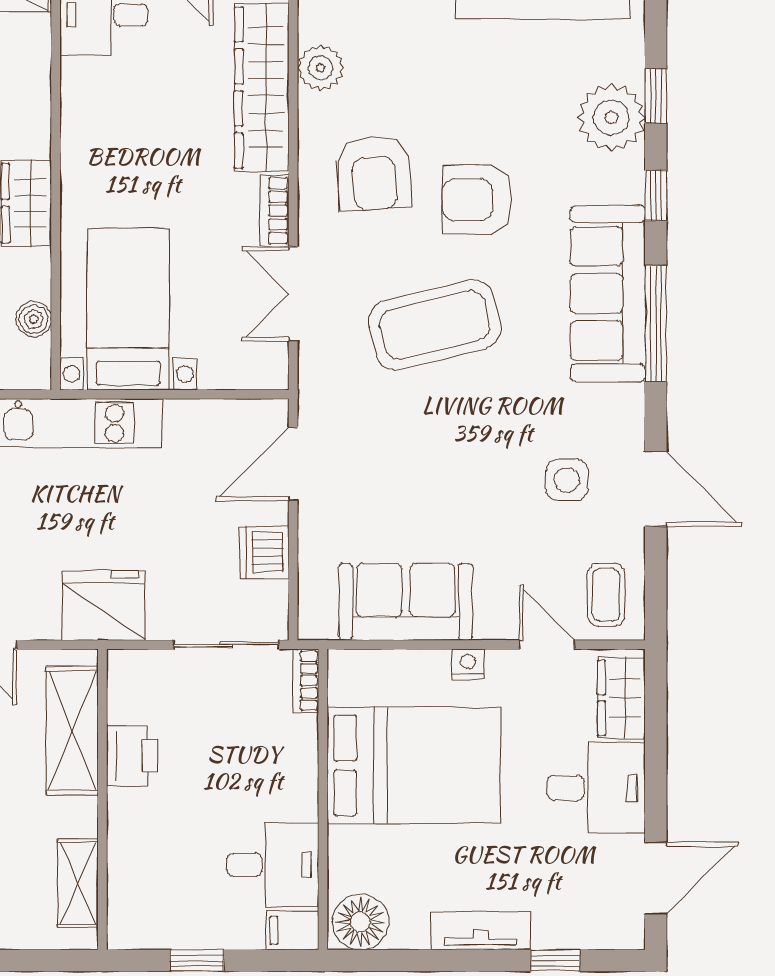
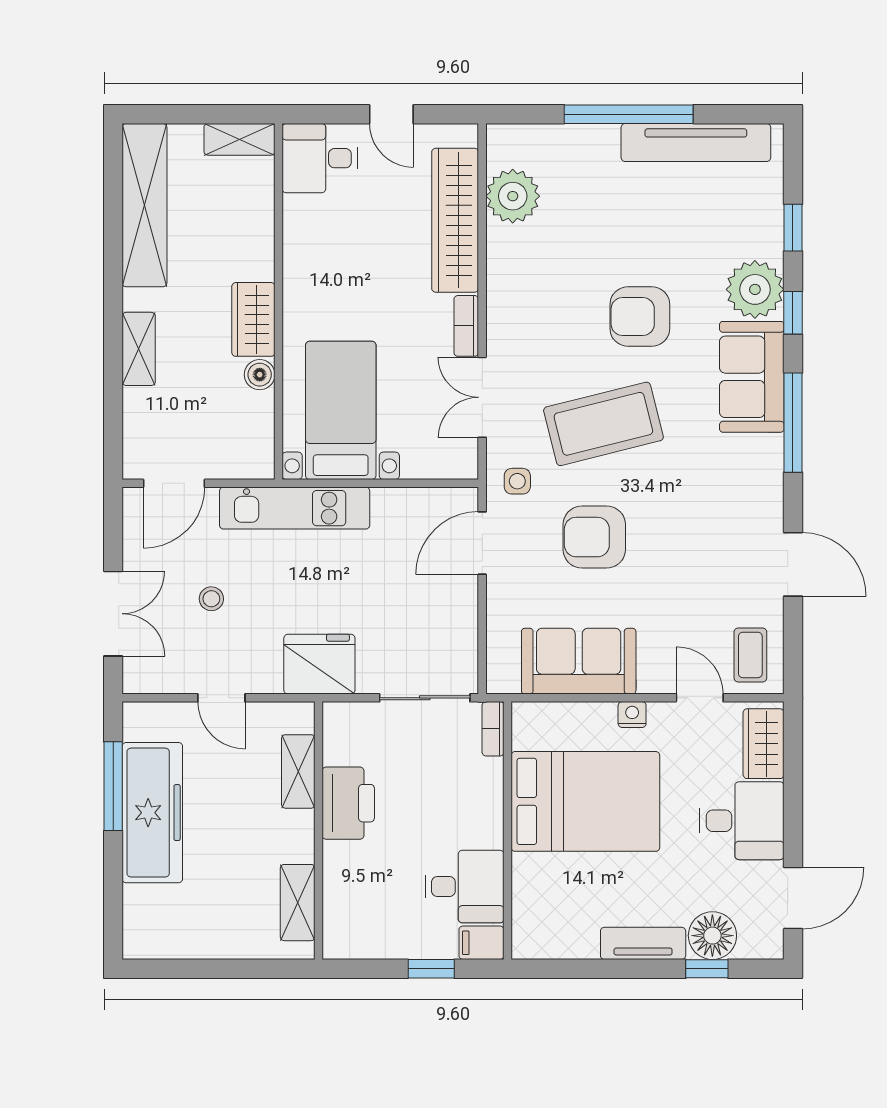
plant: (320, 68) -> (513, 196), width x1.36, depth x1.36
plant: (611, 118) -> (755, 289), moved
armchair: (374, 173) -> (594, 537), moved, turned 94
sofa: (608, 293) -> (752, 377), width x0.73
boiler: (34, 319) -> (260, 375), moved
side table: (567, 480) -> (517, 481), moved, width x0.73, depth x0.73
dishwasher: (264, 552) -> (457, 619), removed
shelving: (72, 730) -> (298, 771), width x0.67, depth x0.75
printer: (132, 756) -> (348, 803), width x1.37, depth x1.19
floor lamp: (360, 922) -> (712, 936), moved
window: (197, 960) -> (431, 969), moved

